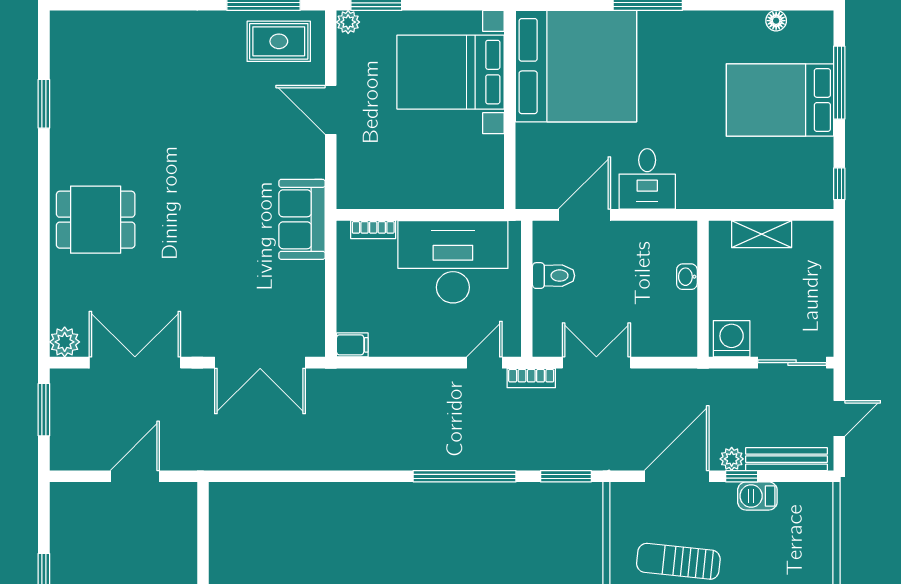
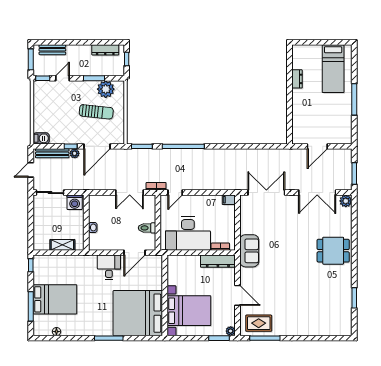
dresser: (379, 194) -> (218, 261), added
barbecue: (757, 496) -> (41, 138), moved

